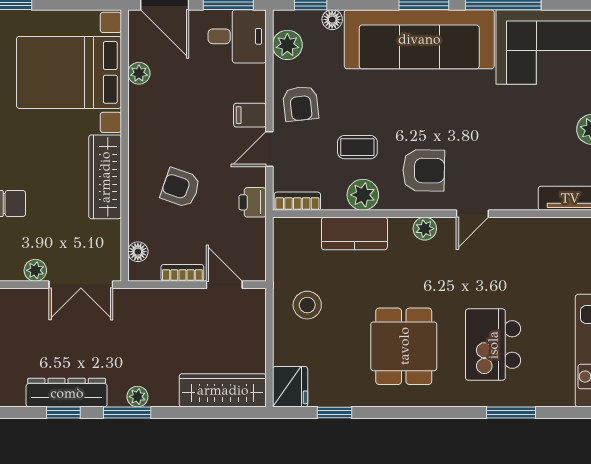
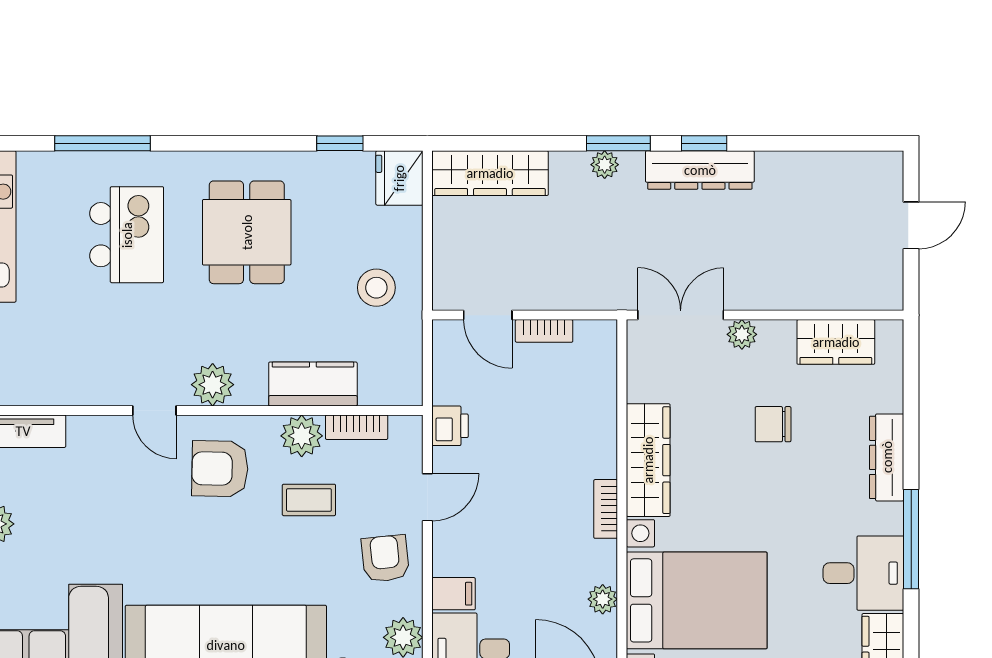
filing cabinet: (250, 115) -> (453, 594), moved
bookcase: (137, 140) -> (606, 509), added
armchair: (180, 188) -> (547, 445), removed
bookcase: (297, 201) -> (357, 427), moved
door: (472, 214) -> (154, 410), swing flipped
plant: (425, 229) -> (213, 385), width x1.38, depth x1.38
floor lamp: (138, 252) -> (604, 359), removed
window: (511, 412) -> (102, 143), width x1.44

